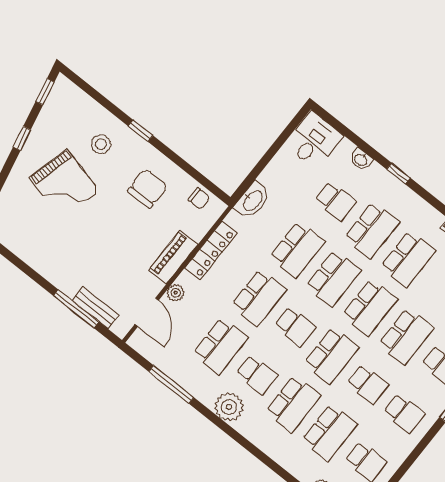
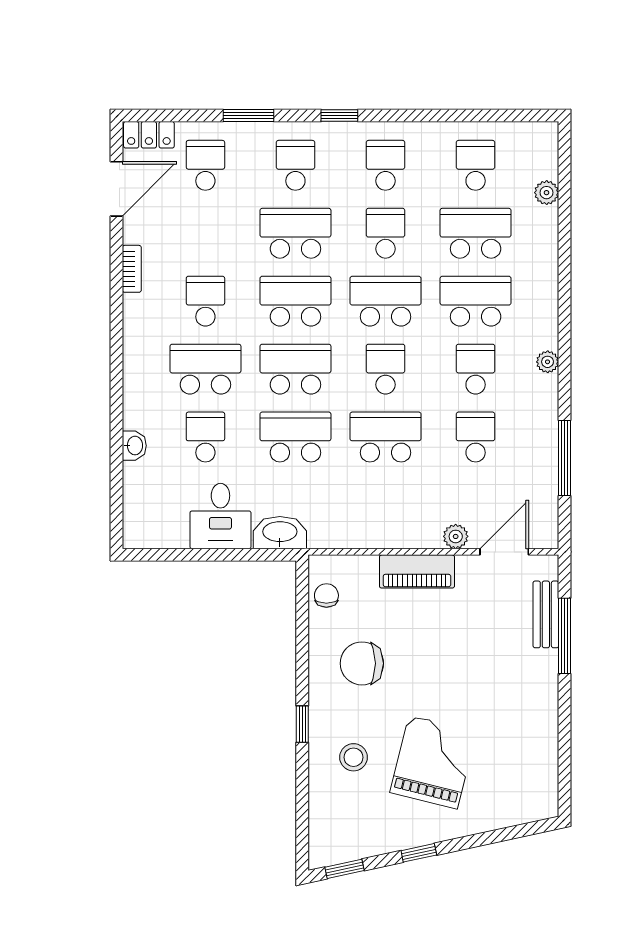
desk: (314, 140) -> (220, 516), moved, turned -90
window: (398, 174) -> (116, 390), removed
locker: (211, 251) -> (375, 534), removed
school desk: (408, 259) -> (205, 301), width x0.54
school desk: (220, 346) -> (476, 437), width x0.54
plant: (229, 407) -> (548, 362), width x0.53, depth x0.53

